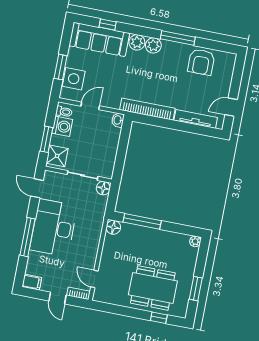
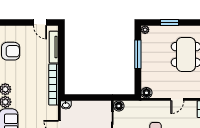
window: (142, 221) -> (138, 54), moved
door: (94, 279) -> (177, 99), moved
window: (196, 289) -> (169, 22), moved

